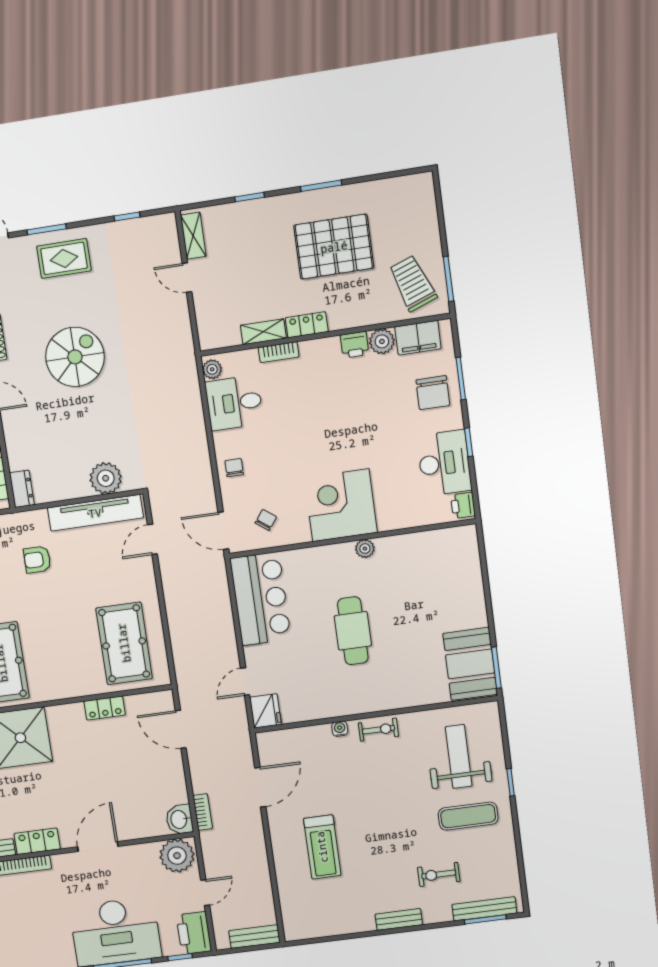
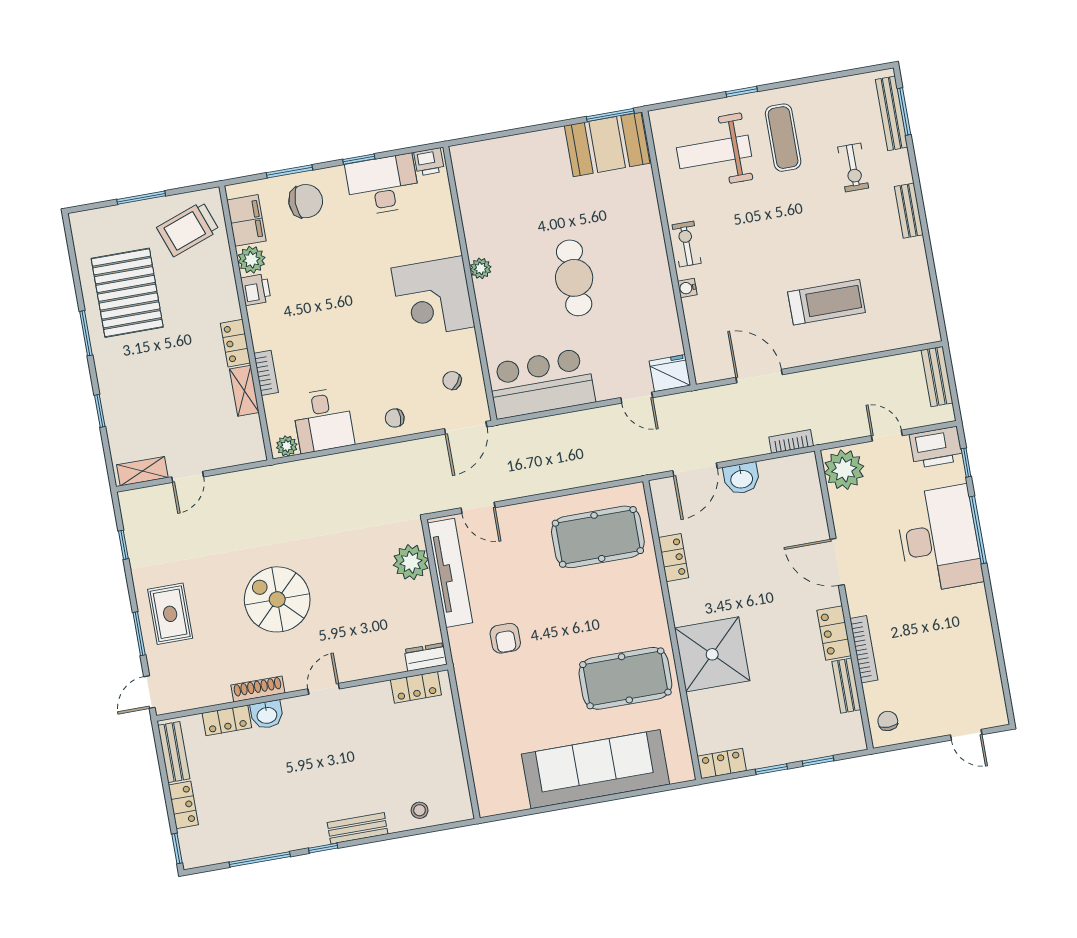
pallet: (334, 247) -> (127, 293), moved
window: (448, 279) -> (141, 198), moved
cafe table: (353, 631) -> (574, 278), turned 90
washbasin: (179, 819) -> (741, 478), moved

